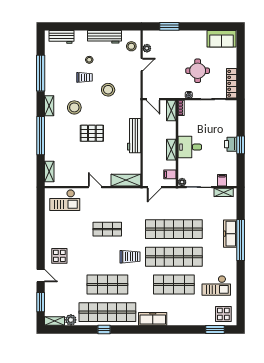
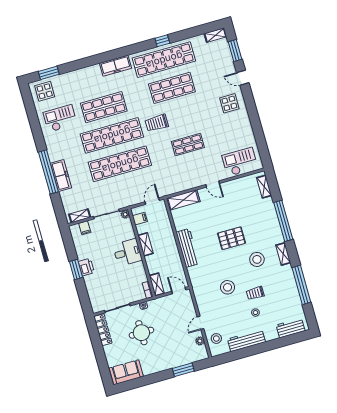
plant: (71, 320) -> (199, 41), removed

